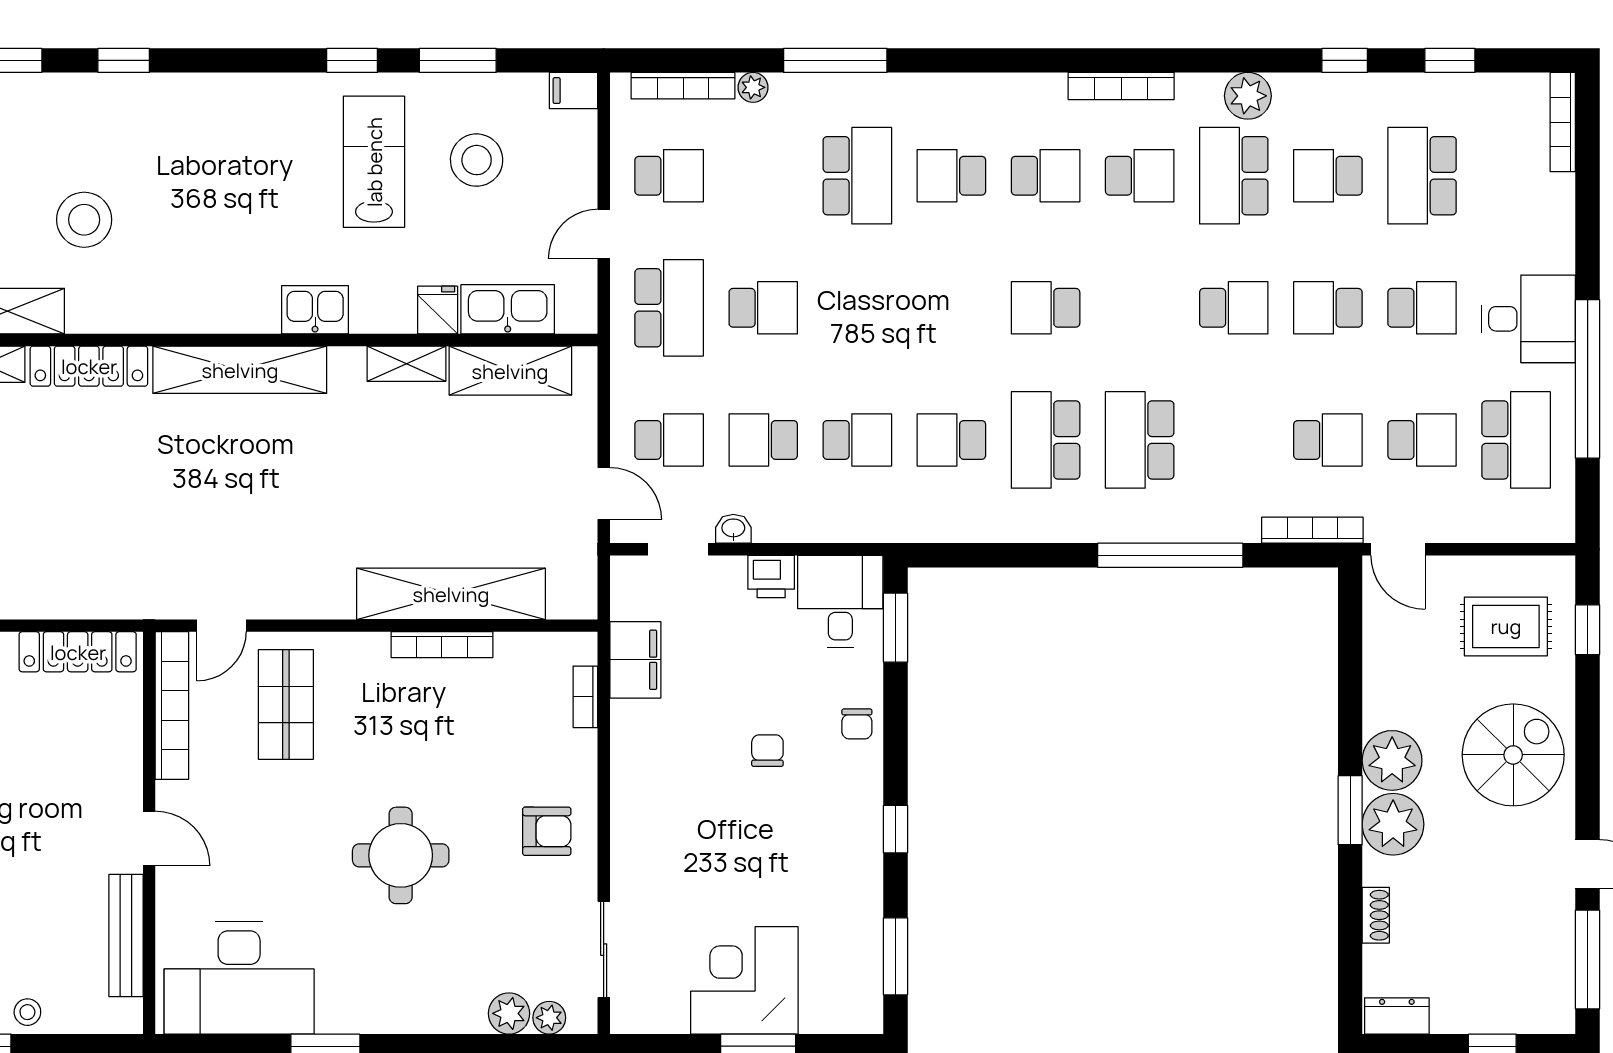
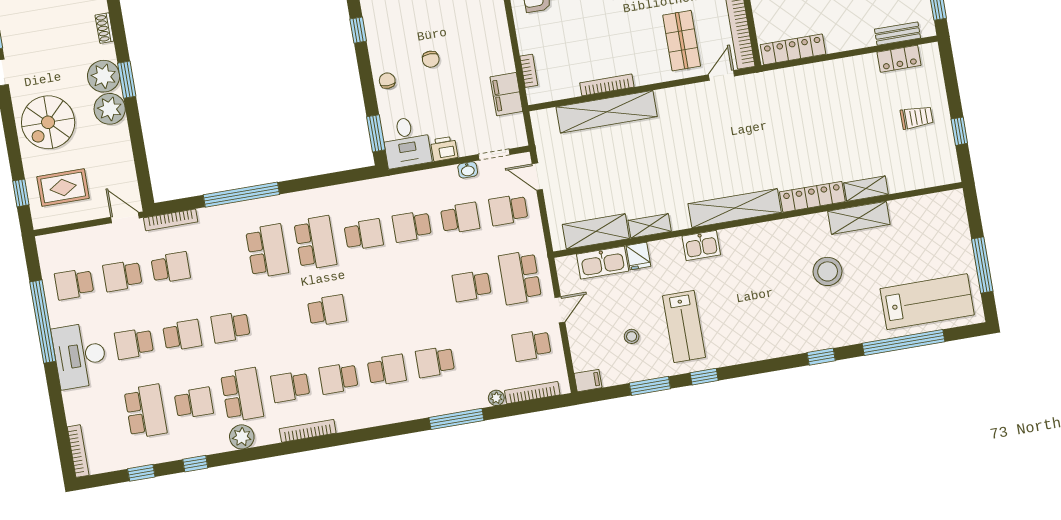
stool: (477, 160) -> (632, 336), width x0.53, depth x0.53
school desk: (857, 176) -> (435, 362), width x0.54
desk: (1528, 319) -> (80, 356), width x1.37
school desk: (1328, 440) -> (171, 268), turned 180
school desk: (1516, 440) -> (74, 284), width x0.54

